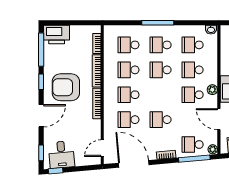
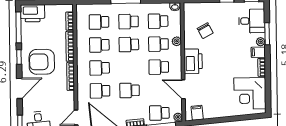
plant: (212, 90) -> (177, 41), moved

